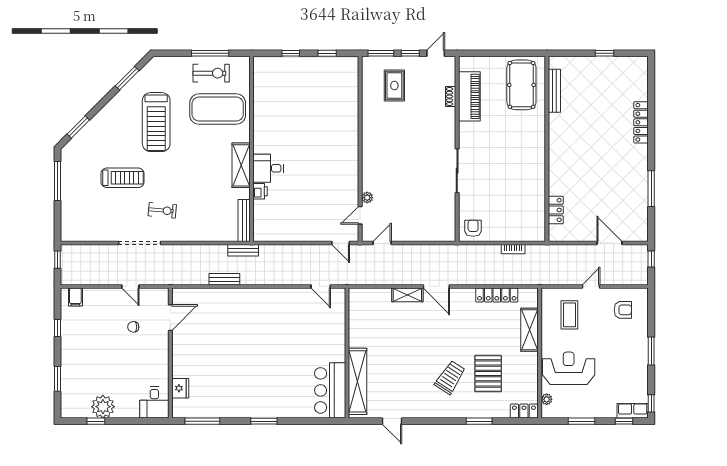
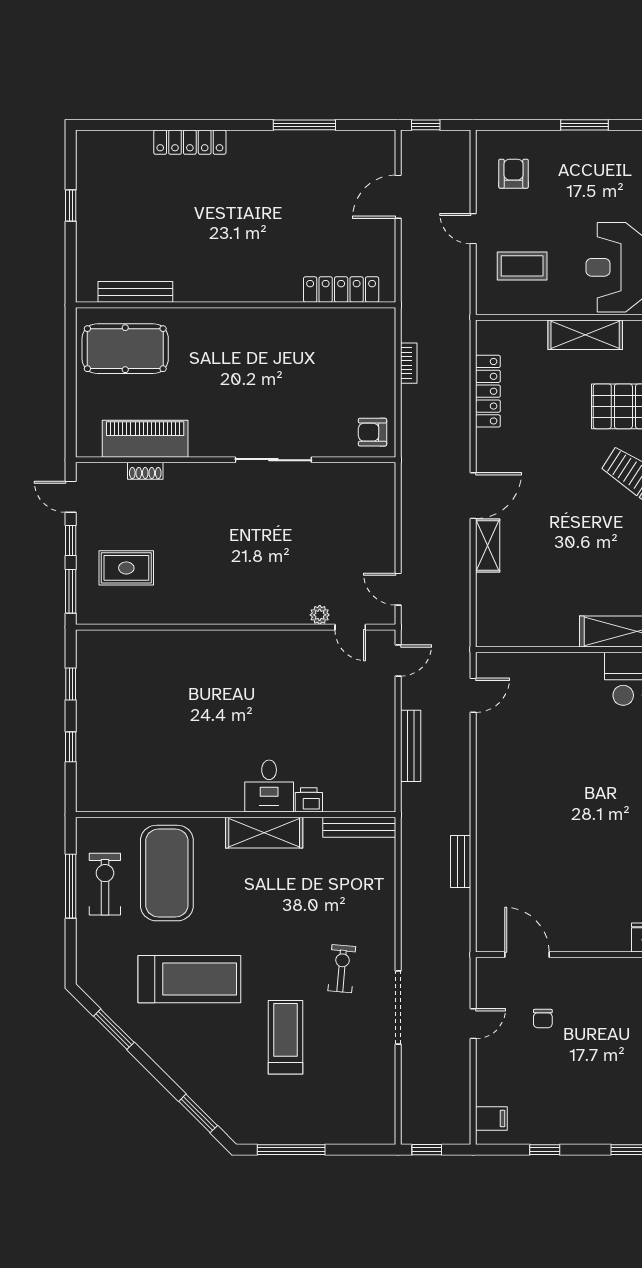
locker: (556, 210) -> (341, 289), width x1.53
bench: (243, 250) -> (411, 746), moved, width x1.36
shelving: (530, 330) -> (585, 335), moved

